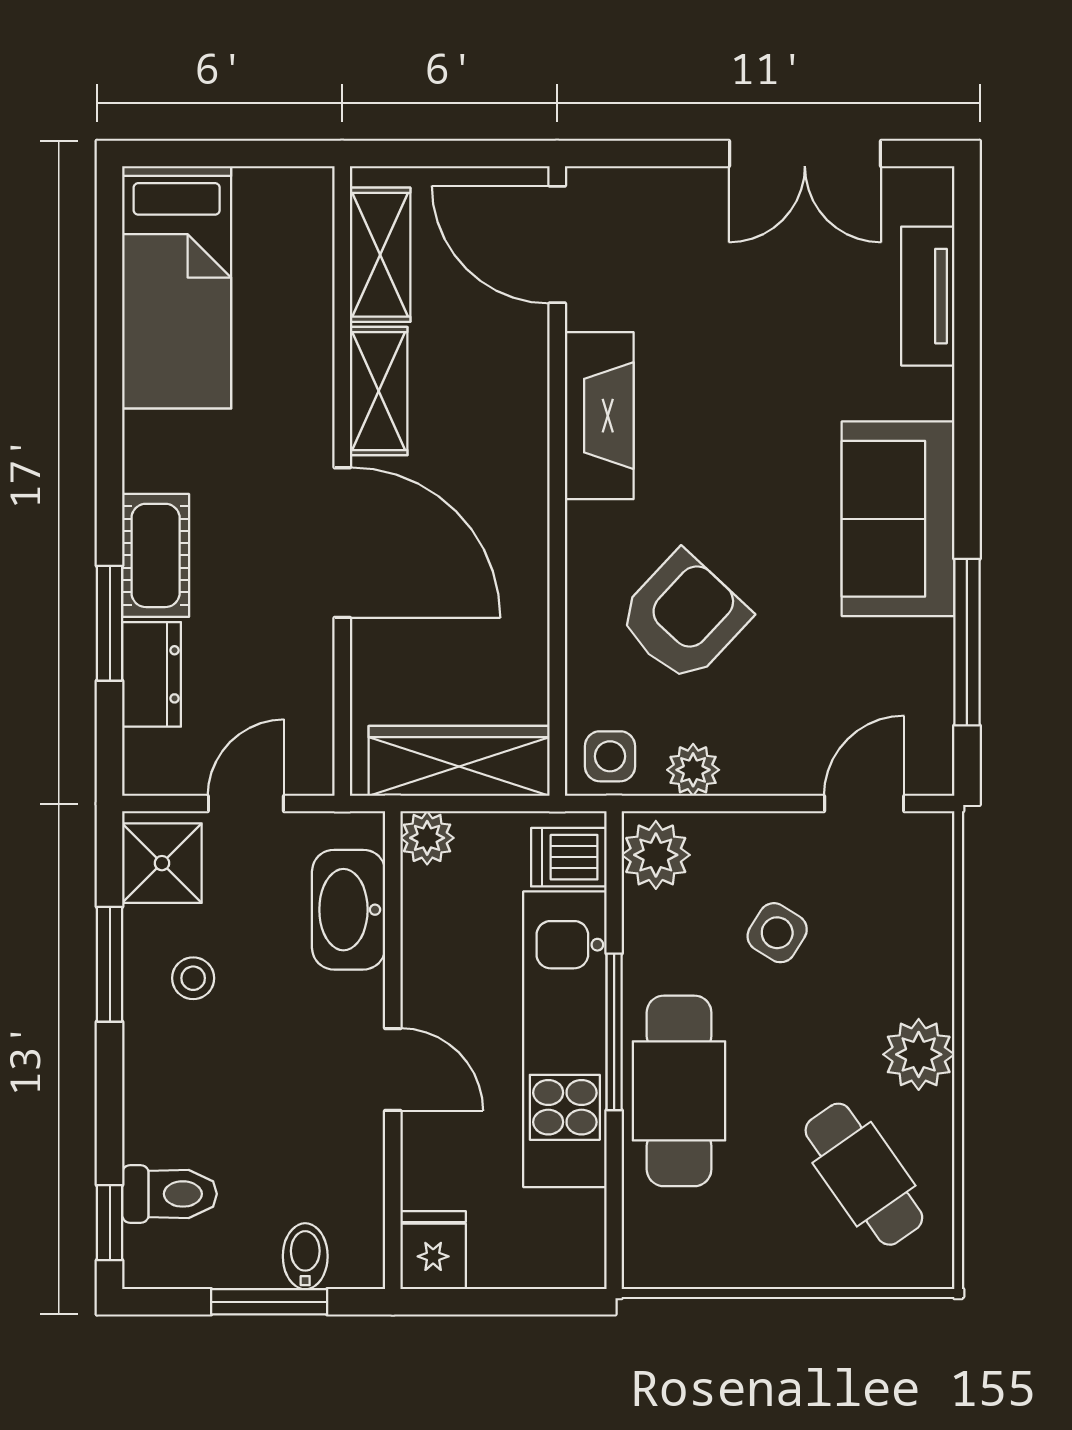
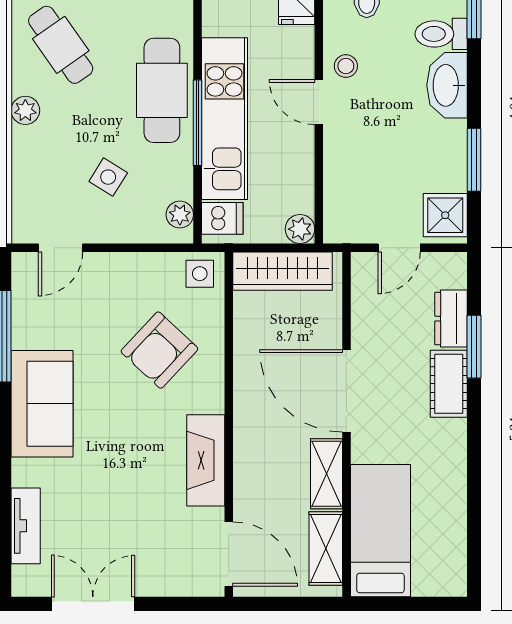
bed: (177, 287) -> (380, 531), moved
plant: (693, 770) -> (154, 266), removed
plant: (656, 855) -> (180, 215), width x0.73, depth x0.73
washbasin: (349, 910) -> (447, 85), moved, turned 180
stool: (193, 978) -> (346, 66), moved
plant: (919, 1054) -> (25, 110), width x0.73, depth x0.73

